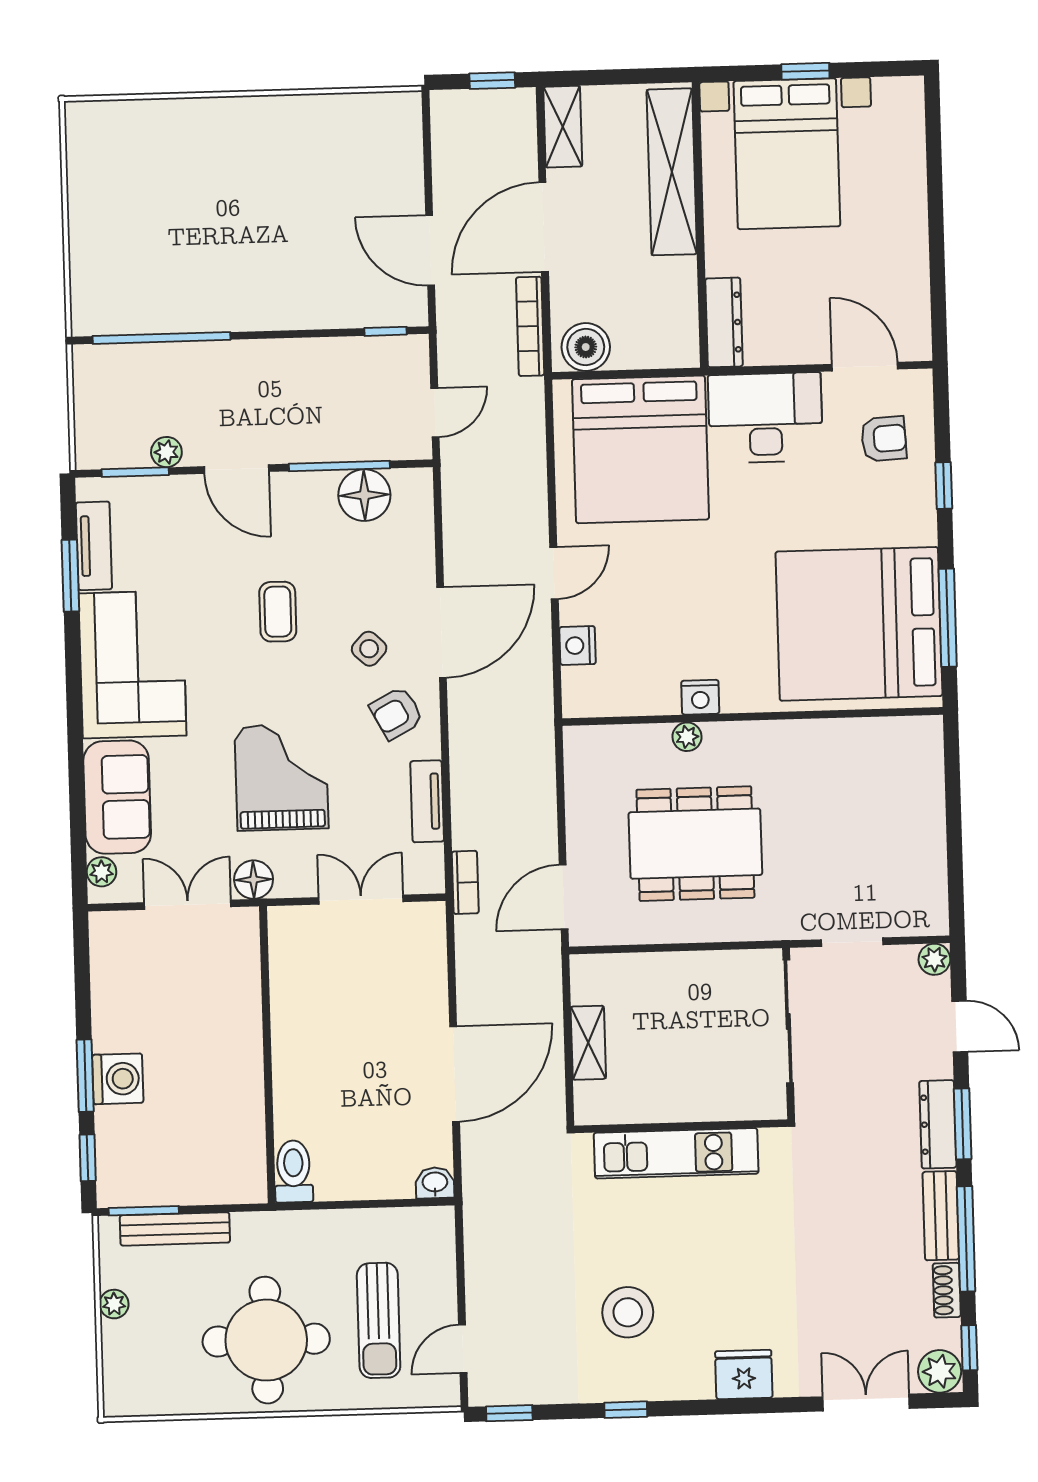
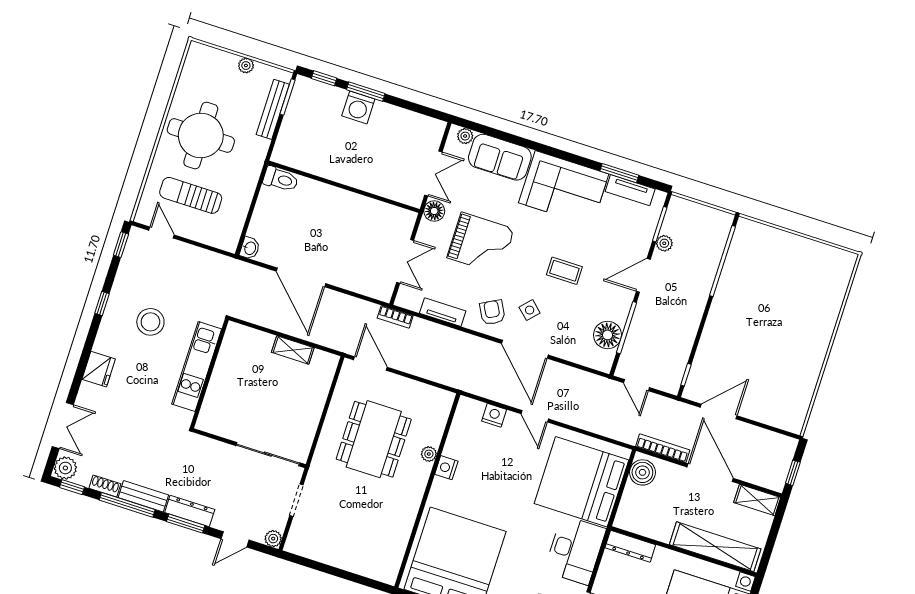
wall: (681, 1126) -> (209, 374), moved
kitchen unit: (676, 1153) -> (197, 366), moved

